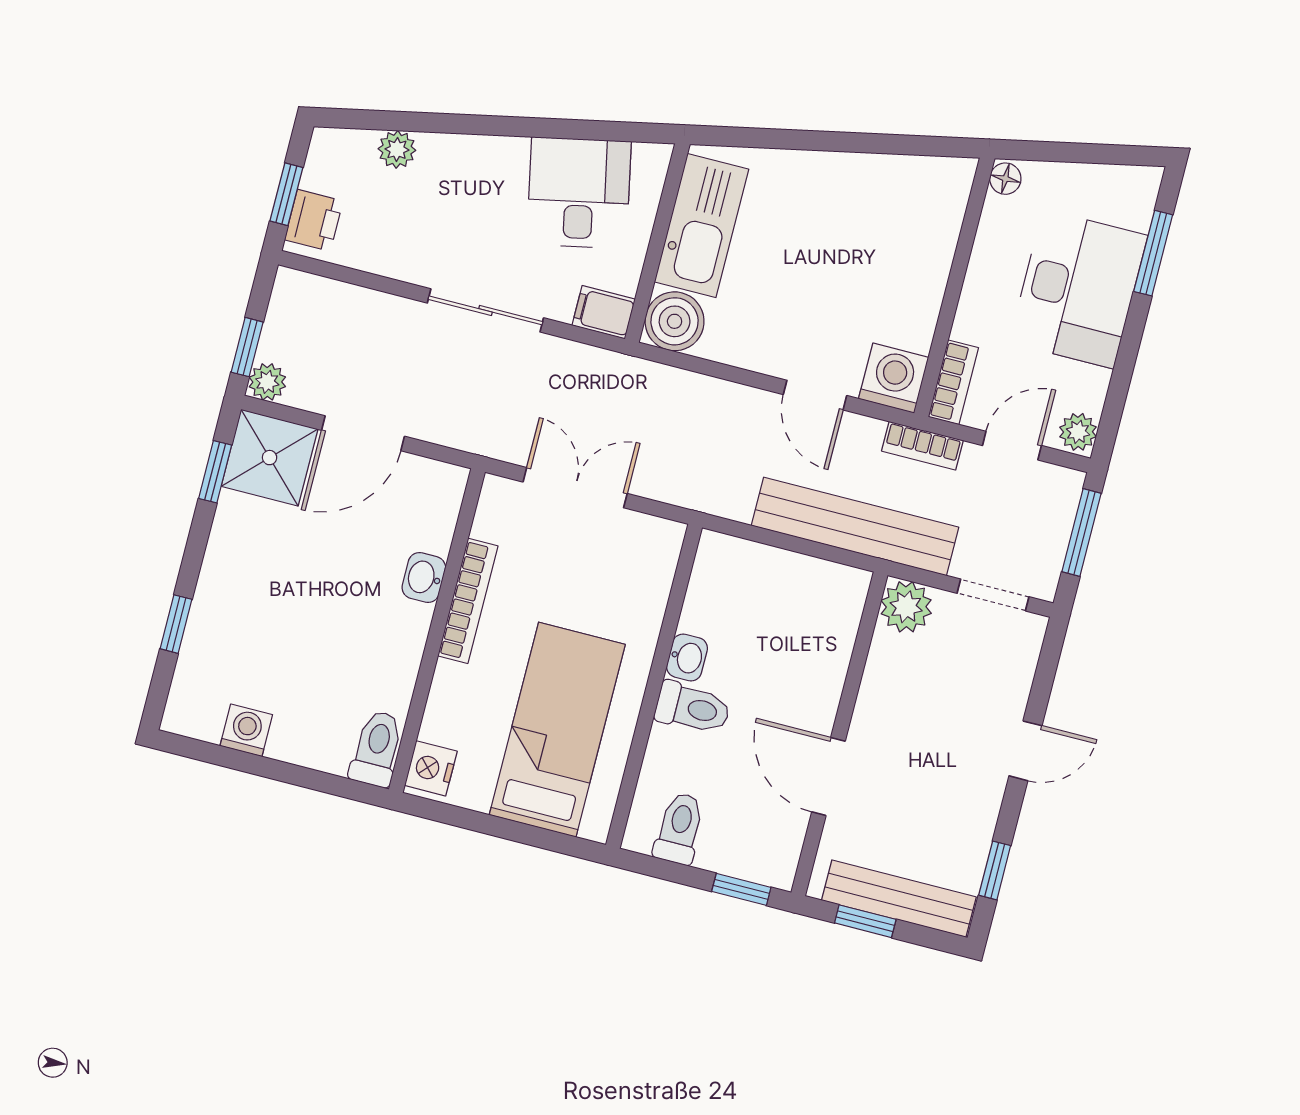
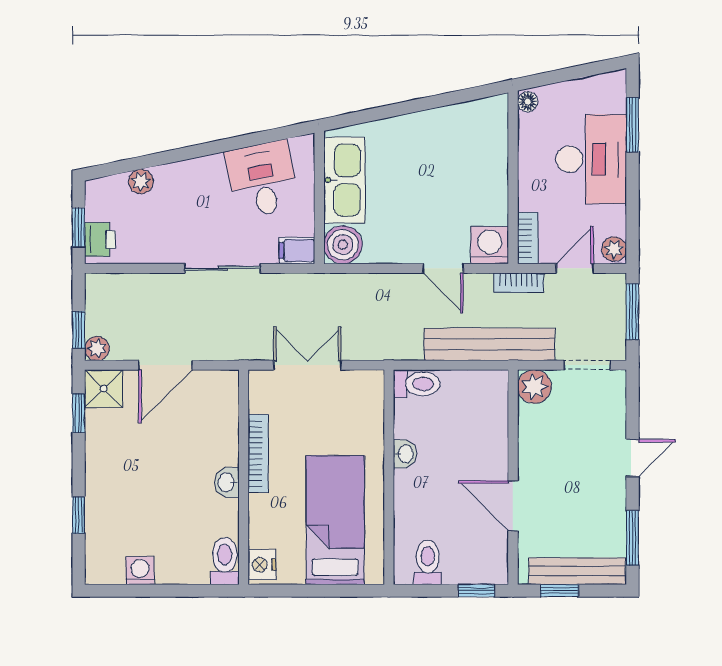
shower: (270, 458) -> (104, 389), width x0.73, depth x0.73
washbasin: (424, 578) -> (227, 482), moved
toilet: (693, 708) -> (417, 384), moved
window: (995, 870) -> (633, 538), width x1.50

